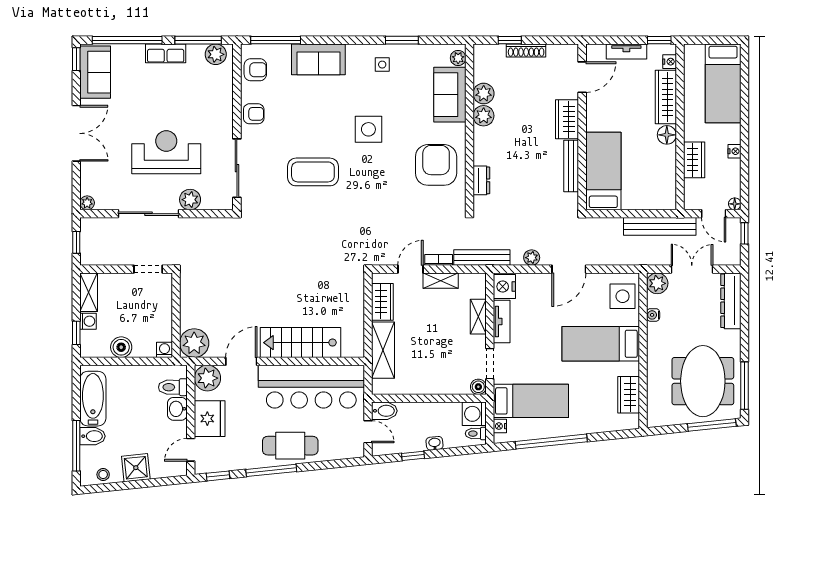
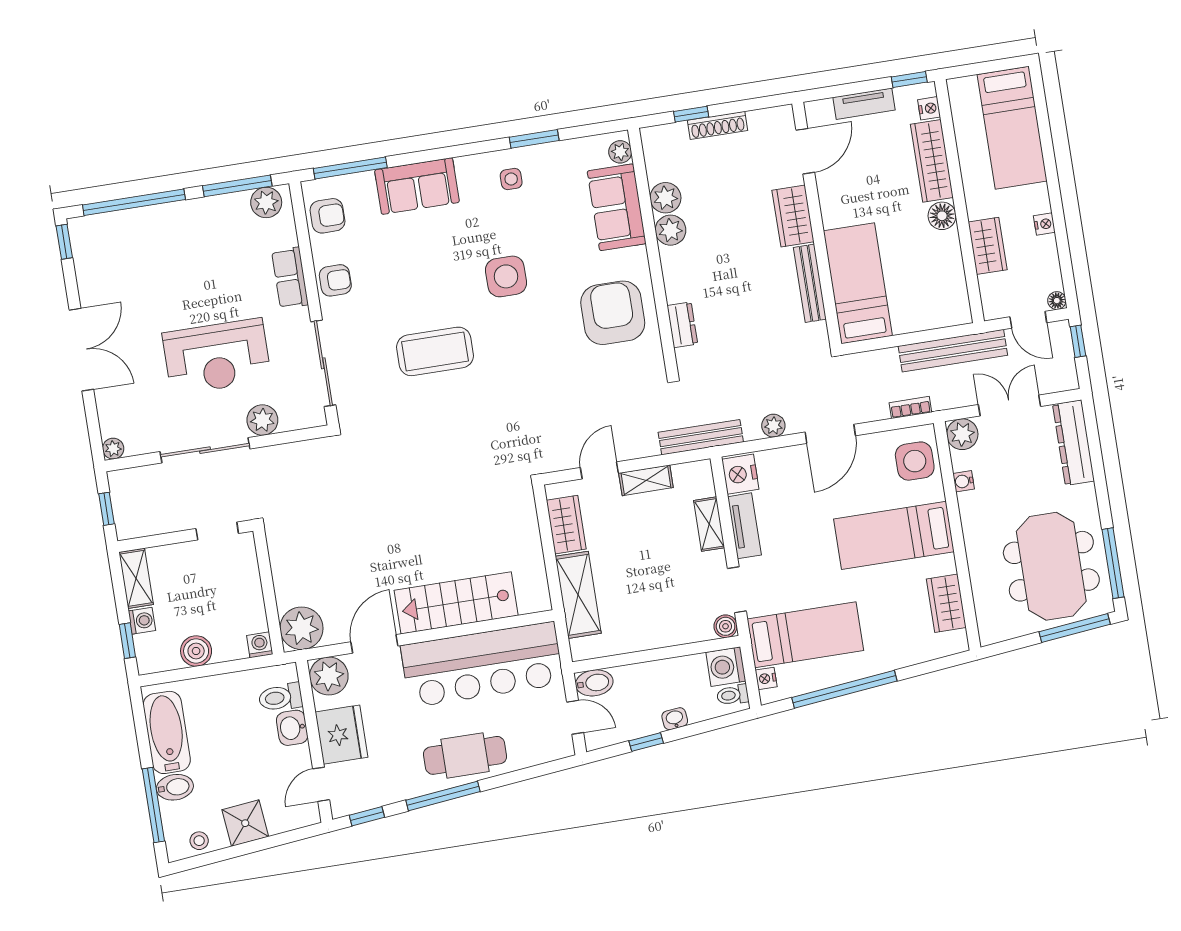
row of seats: (166, 53) -> (290, 278), moved, turned 90
sofa: (95, 72) -> (95, 256), removed
reception desk: (166, 152) -> (217, 357), turned 180
bookcase: (439, 260) -> (910, 407), moved

